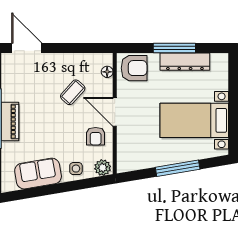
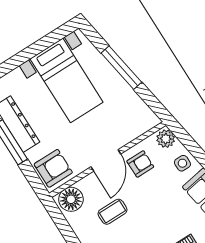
armchair: (134, 68) -> (53, 168), turned 90
floor lamp: (107, 72) -> (71, 199), width x1.89, depth x1.89
coffee table: (73, 92) -> (113, 212), turned -42

